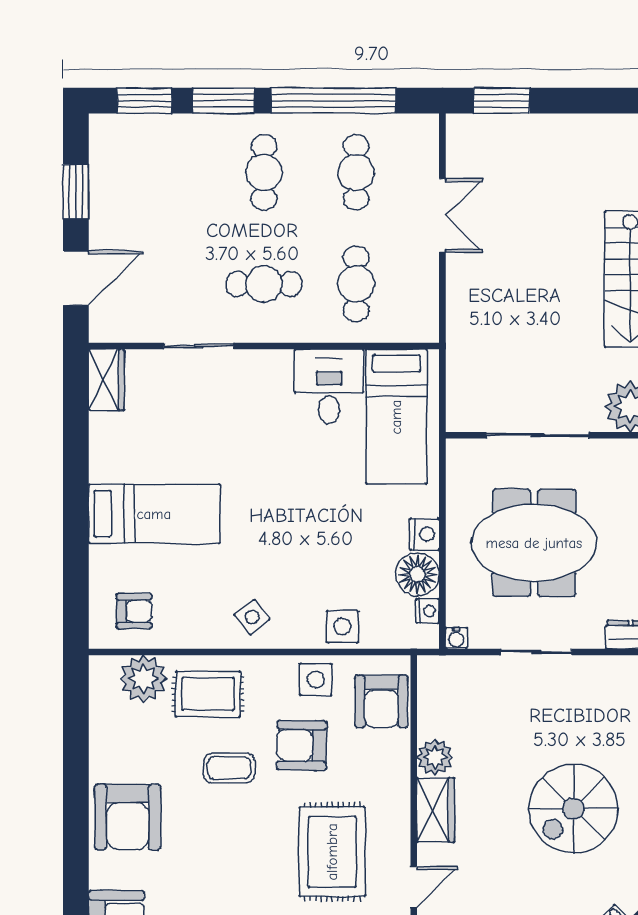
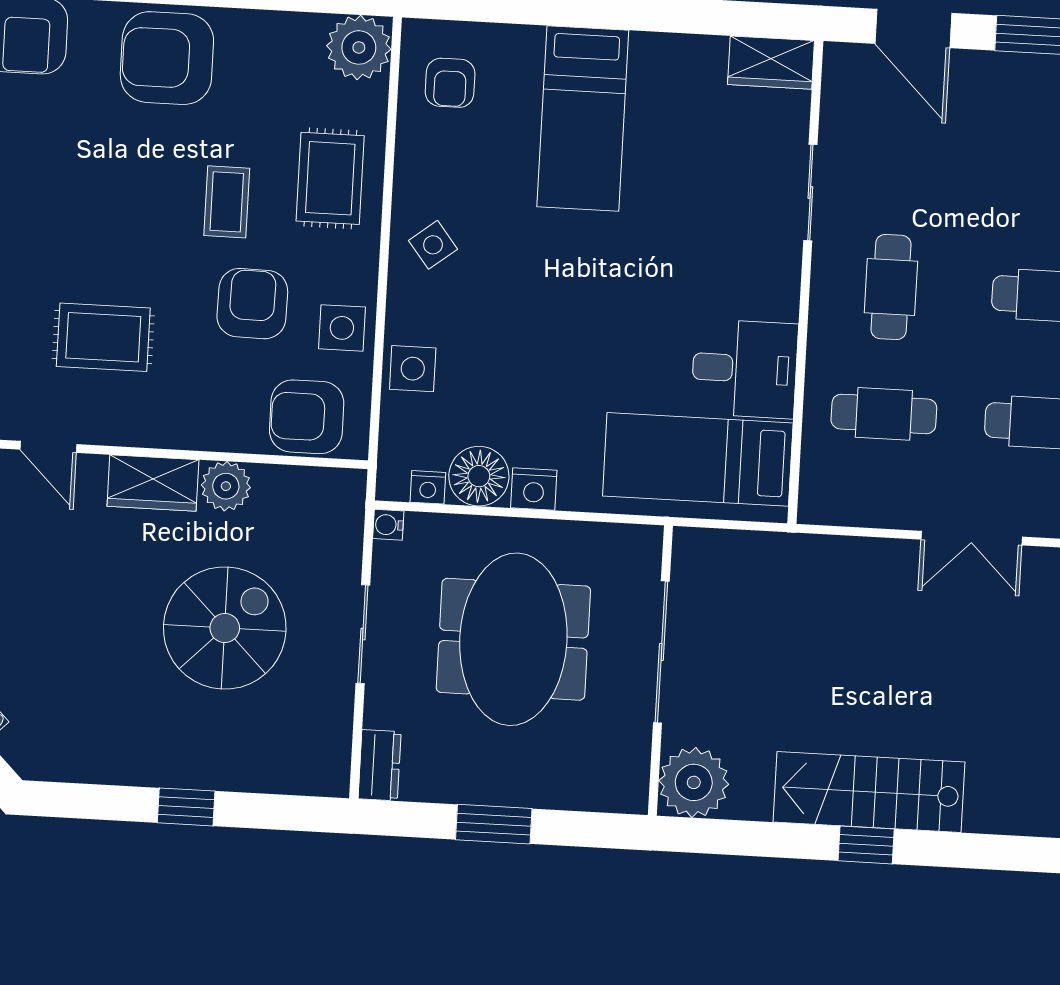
plant: (143, 679) -> (359, 47), moved
spiral stairs: (573, 809) -> (225, 628), moved, turned 90
rug: (332, 852) -> (103, 337), width x0.73, depth x0.70

